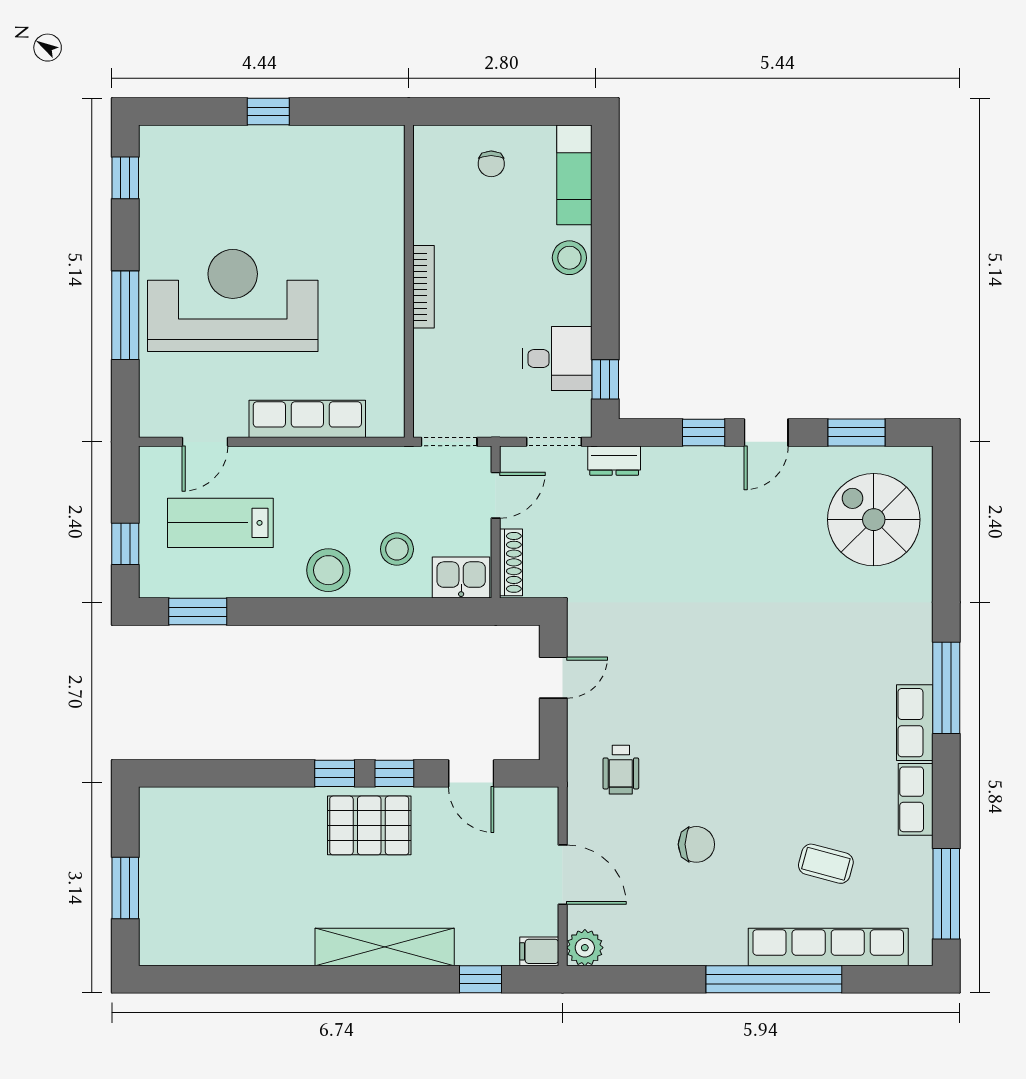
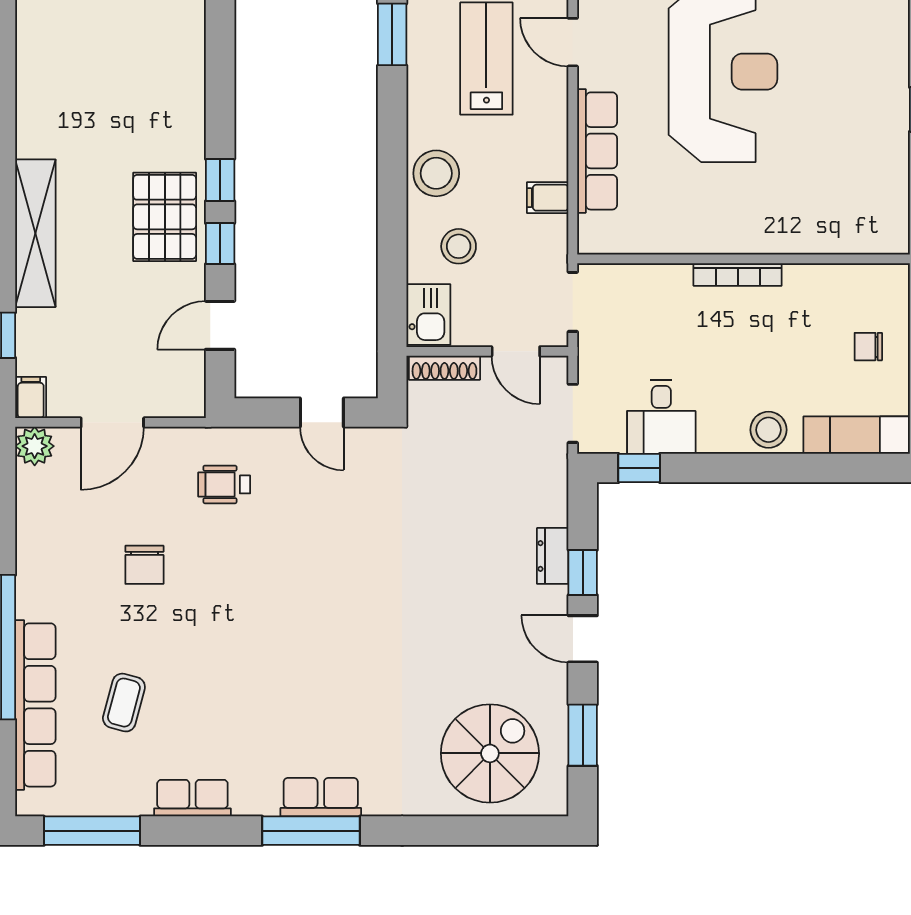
dresser: (614, 461) -> (553, 556), moved
filing cabinet: (351, 465) -> (548, 198), added
row of seats: (915, 723) -> (321, 797), moved

